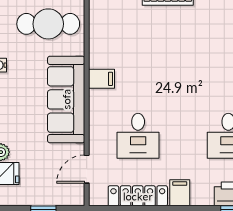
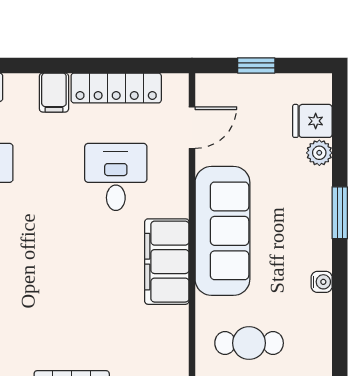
cafe table: (48, 24) -> (249, 343), width x0.73, depth x0.74
filing cabinet: (102, 79) -> (167, 262), width x3.00, depth x1.17

